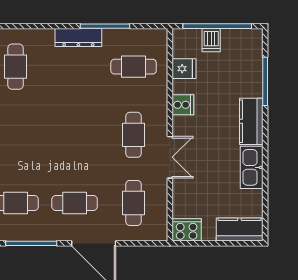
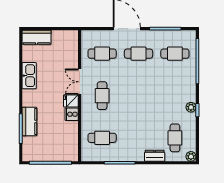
dresser: (78, 38) -> (155, 156), moved, width x0.70
dishwasher: (211, 40) -> (54, 154), removed
fridge: (184, 69) -> (71, 101), moved
kitchen counter: (251, 121) -> (29, 121), moved
cafe table: (134, 203) -> (102, 54), turned 90
cooker: (187, 230) -> (69, 37), removed

